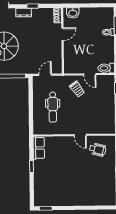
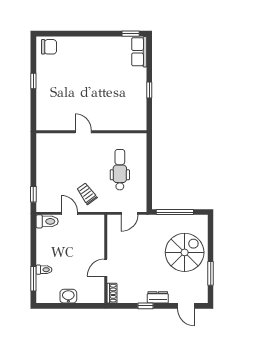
washbasin: (73, 13) -> (68, 296), moved
row of seats: (39, 148) -> (139, 52), moved
wheelchair: (98, 150) -> (60, 112), removed
chair: (106, 198) -> (49, 47), added

